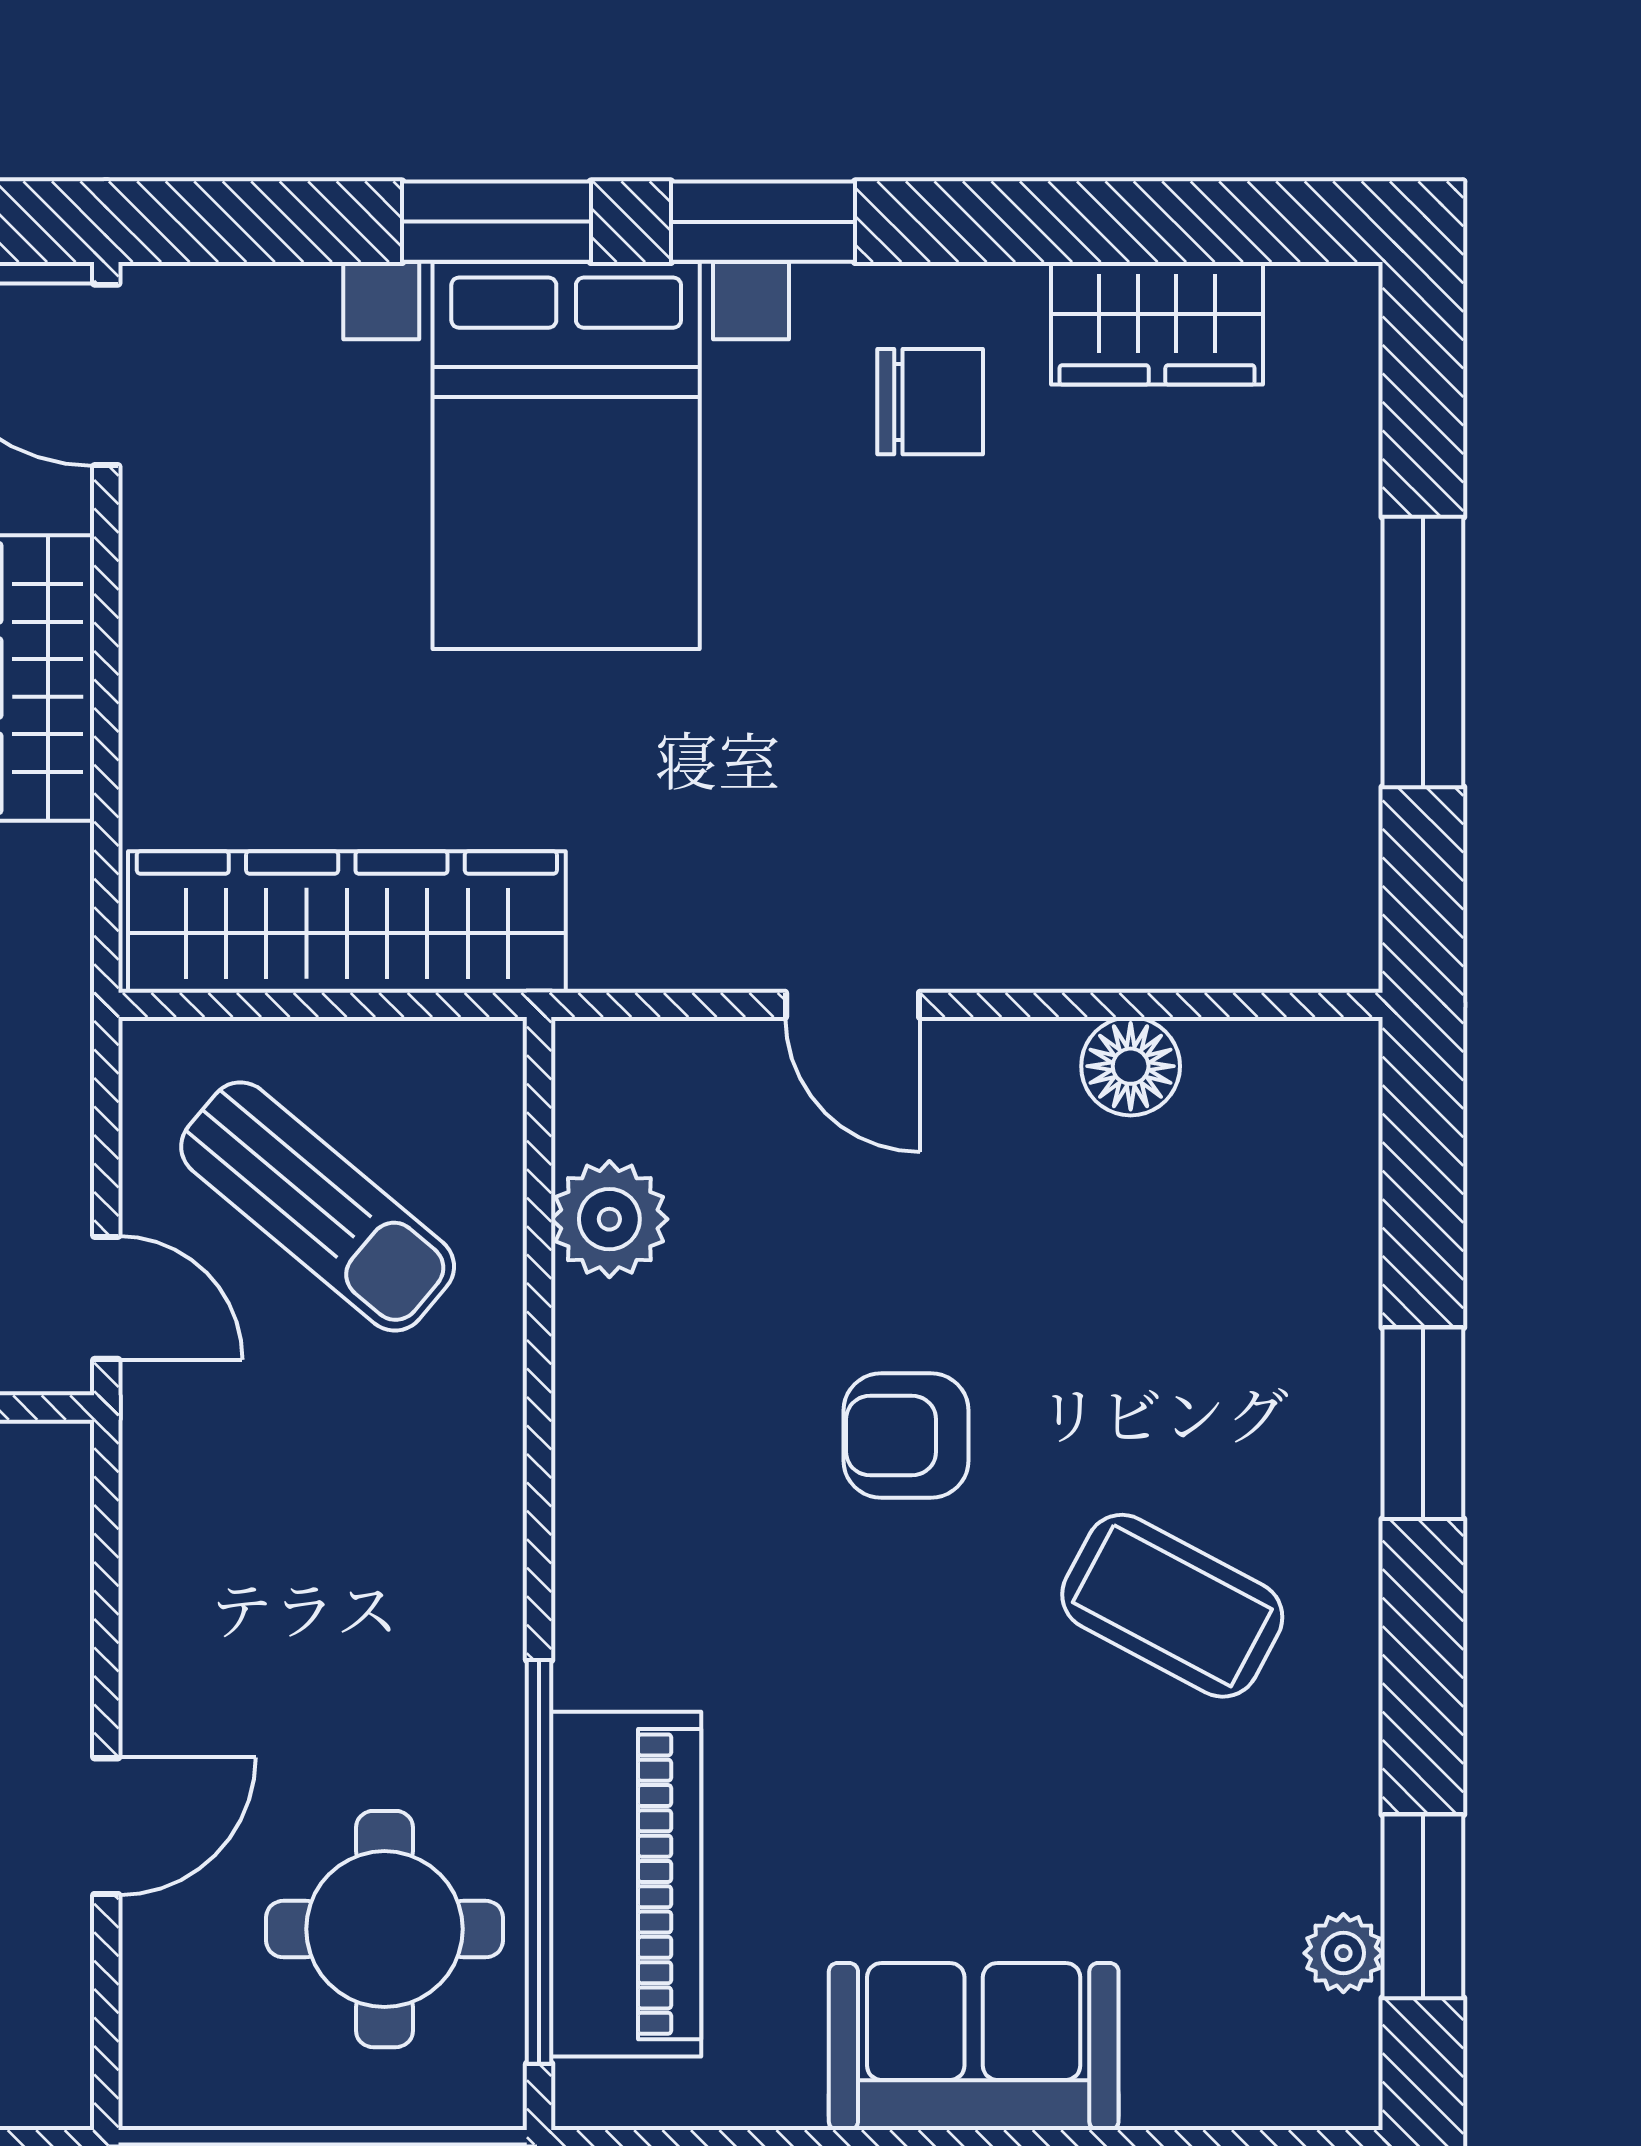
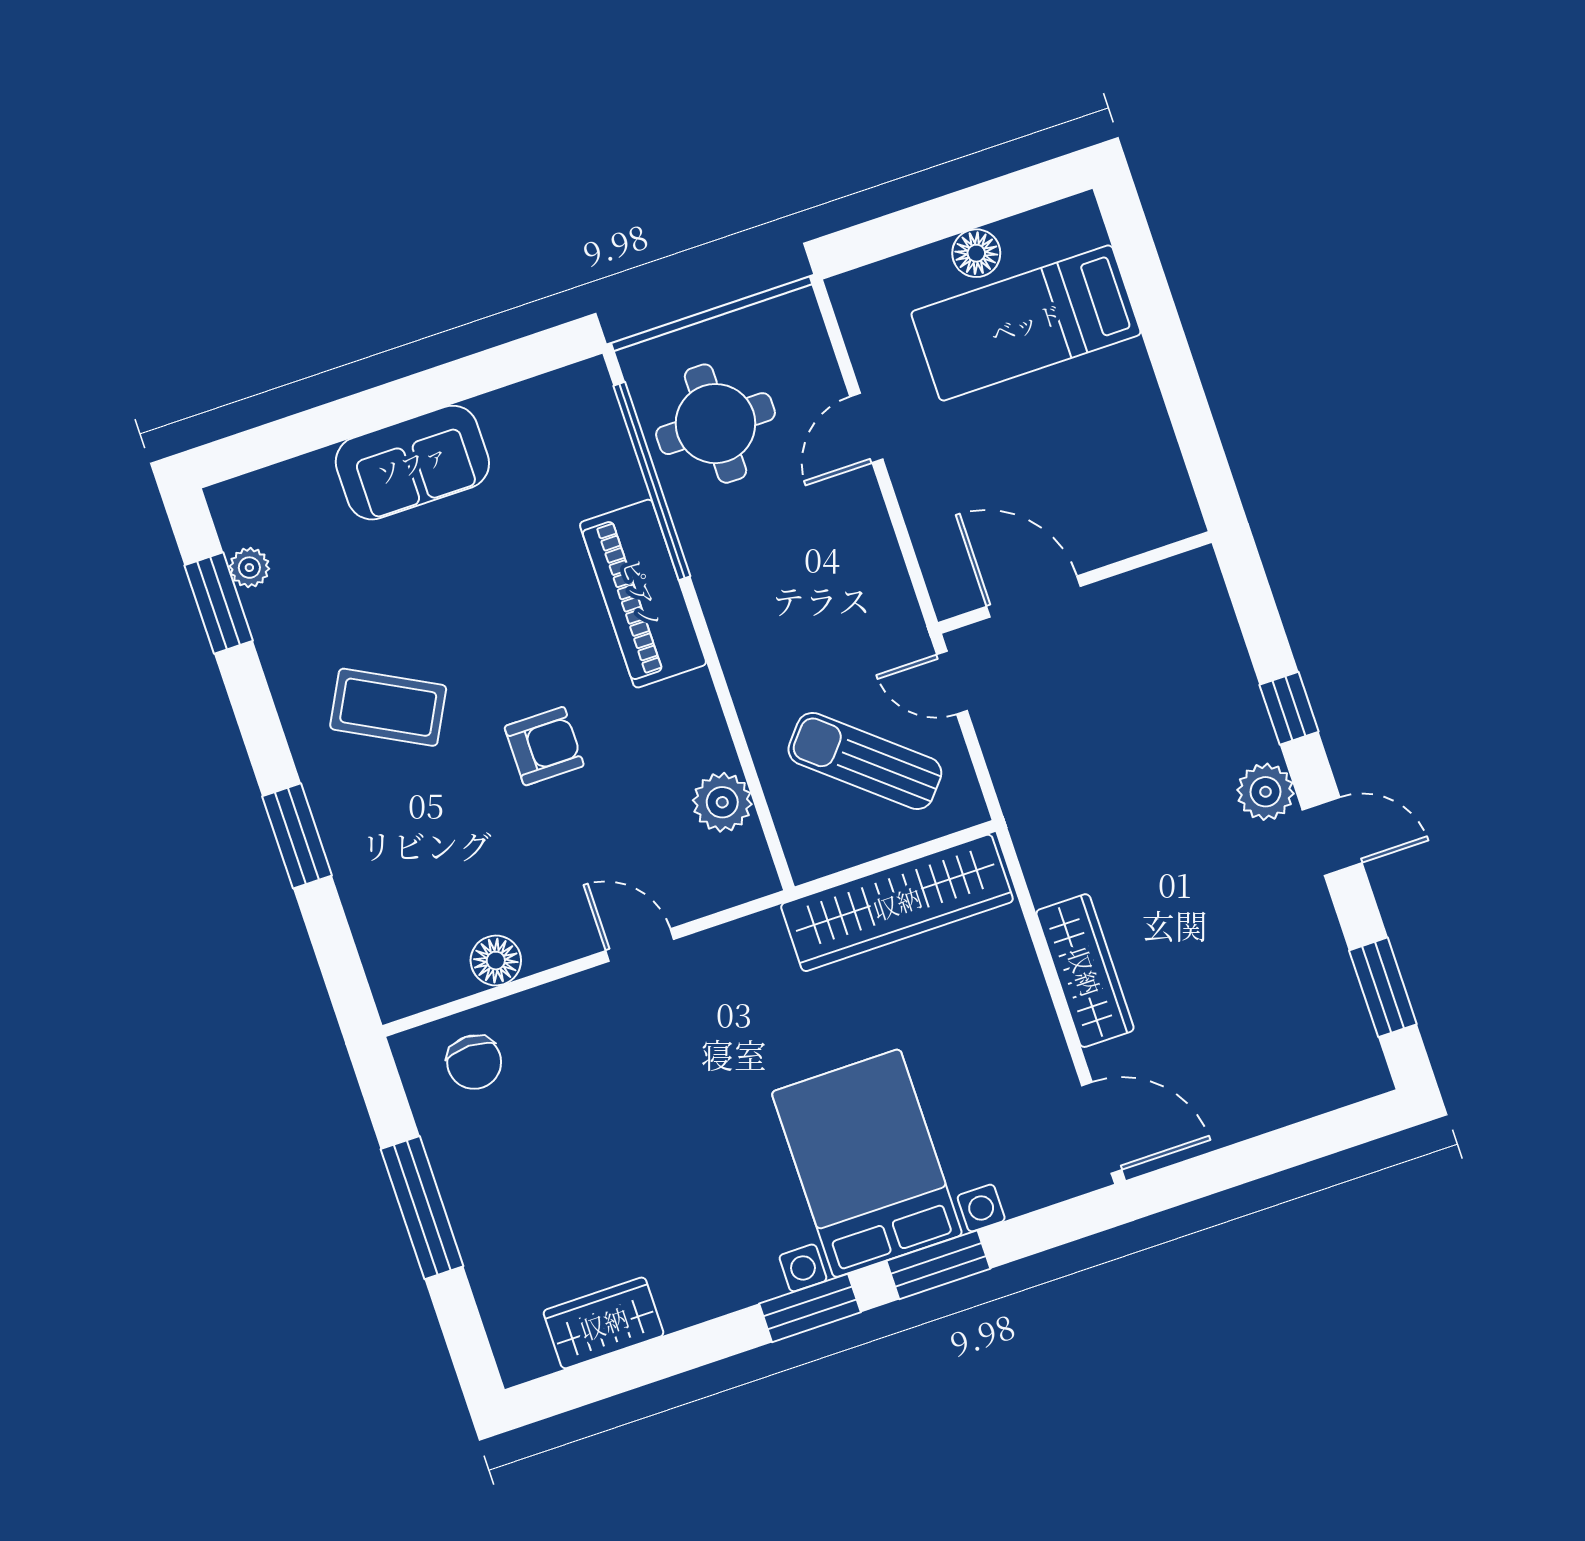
chair: (930, 402) -> (474, 1062), moved, turned -90
piano: (626, 1884) -> (643, 594), moved

